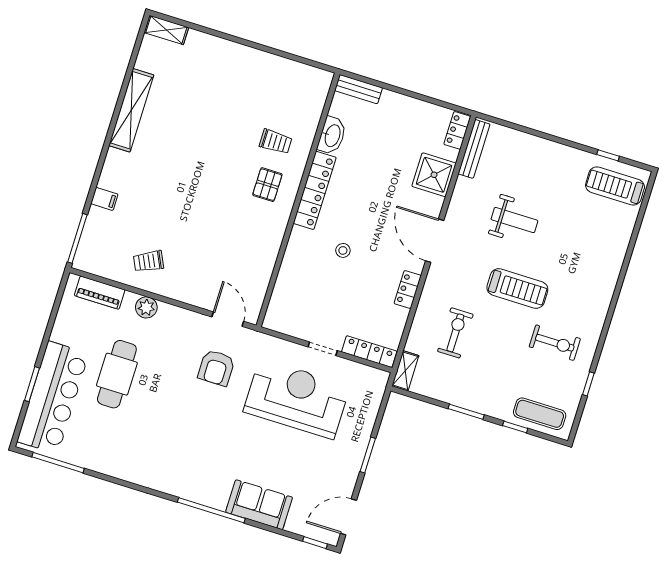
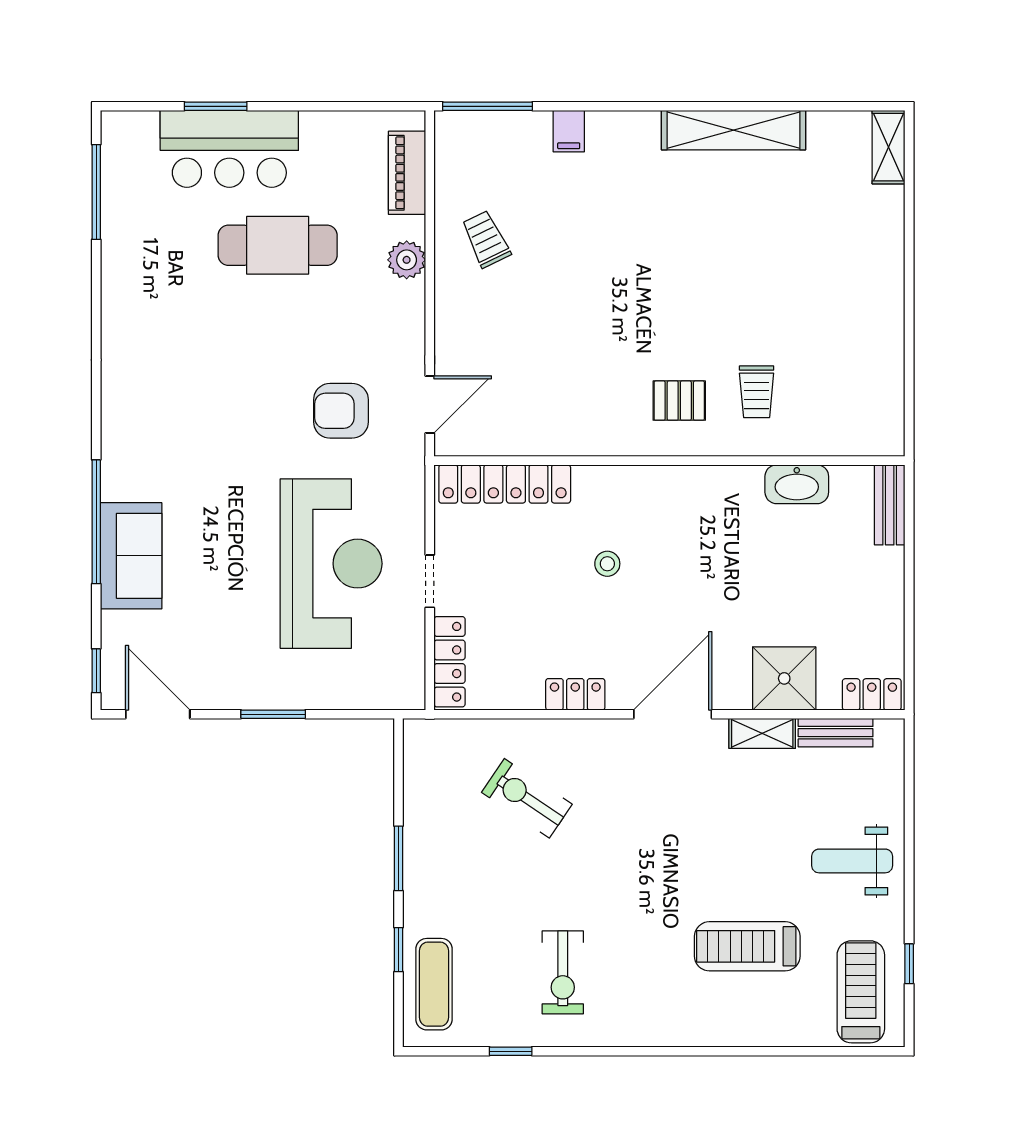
bench: (474, 149) -> (836, 733), width x0.73
locker: (315, 190) -> (505, 484), moved
weight bench: (514, 220) -> (852, 861), moved, turned 90
treadmill: (517, 288) -> (747, 946), moved, turned 90
exercise bike: (455, 333) -> (527, 798), turned -146
shelving: (405, 371) -> (762, 733), moved
bar counter: (53, 397) -> (229, 149), width x0.73
window: (211, 510) -> (96, 522), moved

